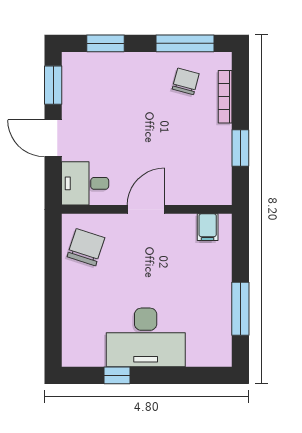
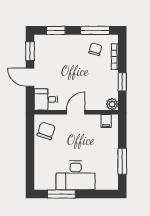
plant: (220, 193) -> (112, 104), added
window: (117, 375) -> (61, 194), width x2.17

